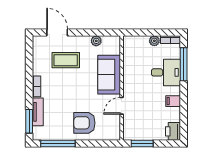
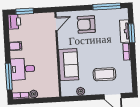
door: (122, 106) -> (56, 24), moved
window: (29, 121) -> (132, 33), moved
armchair: (84, 123) -> (86, 24), turned 180
window: (142, 144) -> (25, 11), moved

